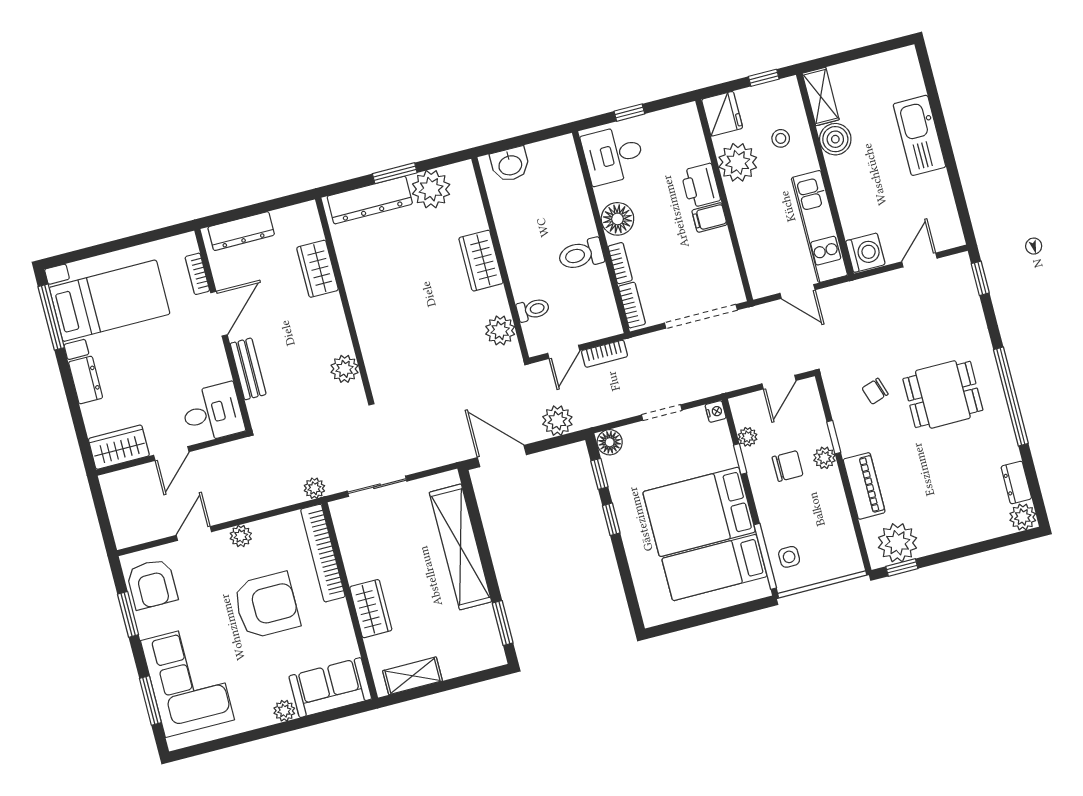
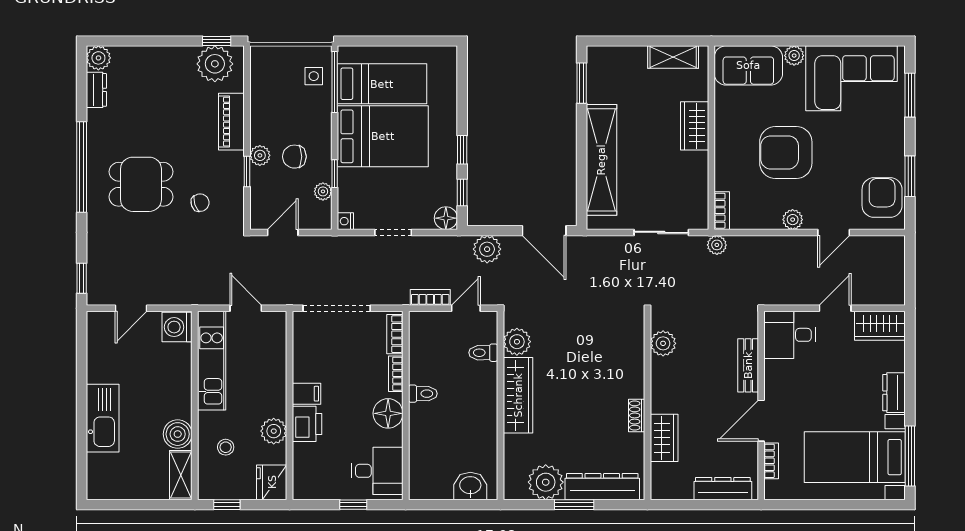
plant: (738, 162) -> (274, 431), width x0.73, depth x0.73
toilet: (581, 254) -> (423, 394), width x0.73, depth x0.72
wardrobe: (481, 261) -> (518, 395), width x1.50
shoe rack: (353, 285) -> (637, 415), added
bookcase: (323, 553) -> (722, 211), width x0.43, depth x0.76
corner sofa: (187, 680) -> (851, 78), moved, turned -90

